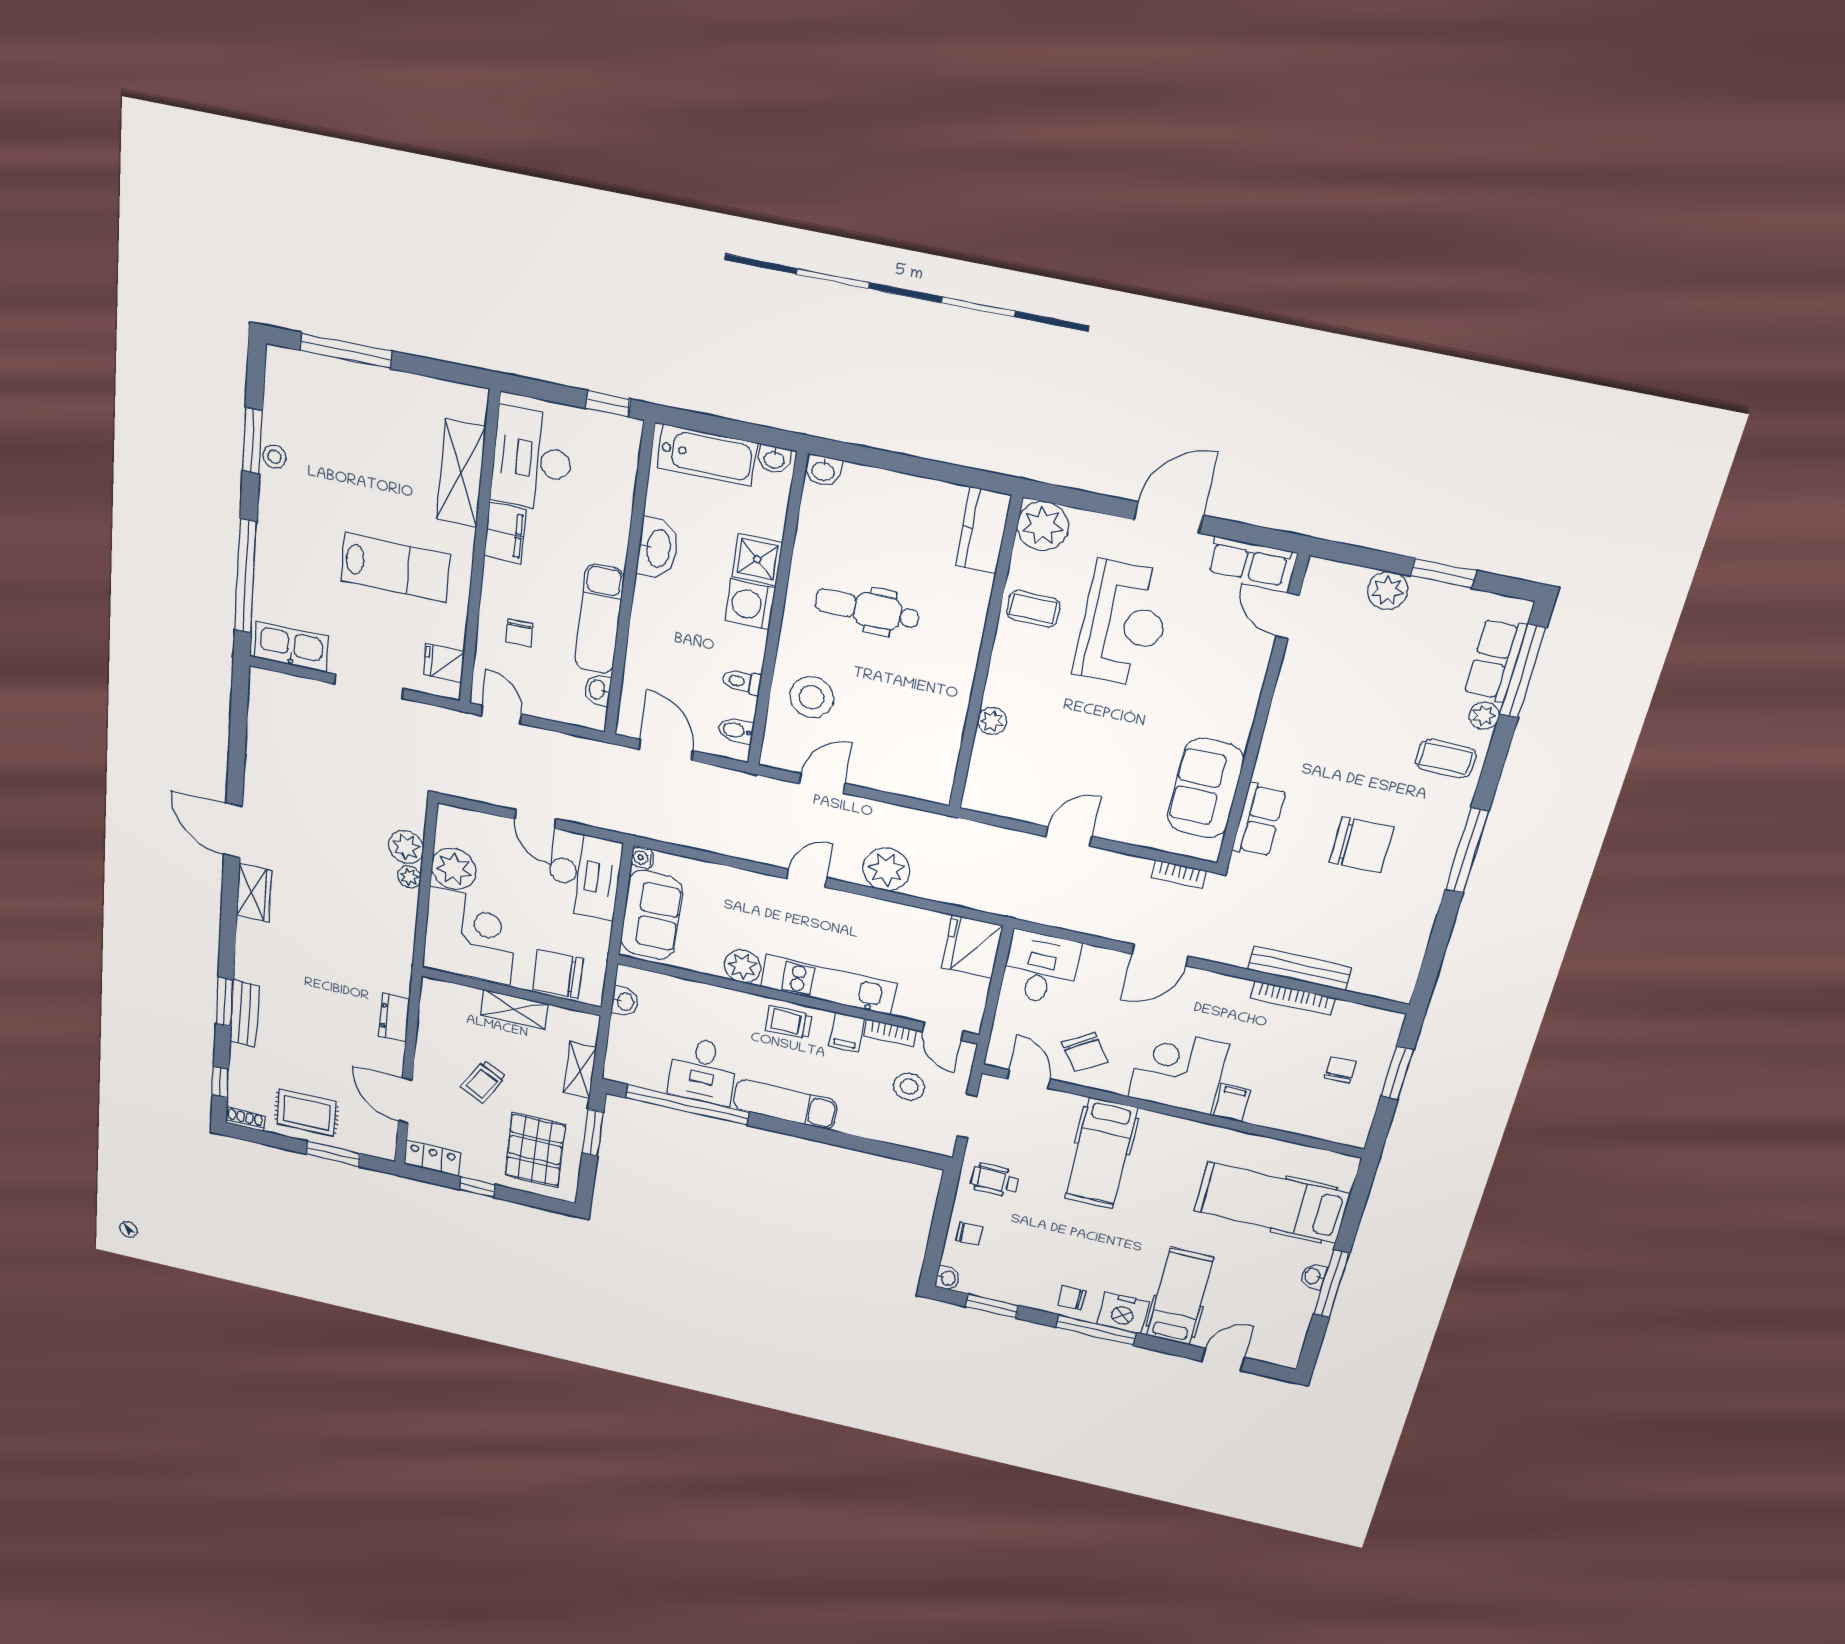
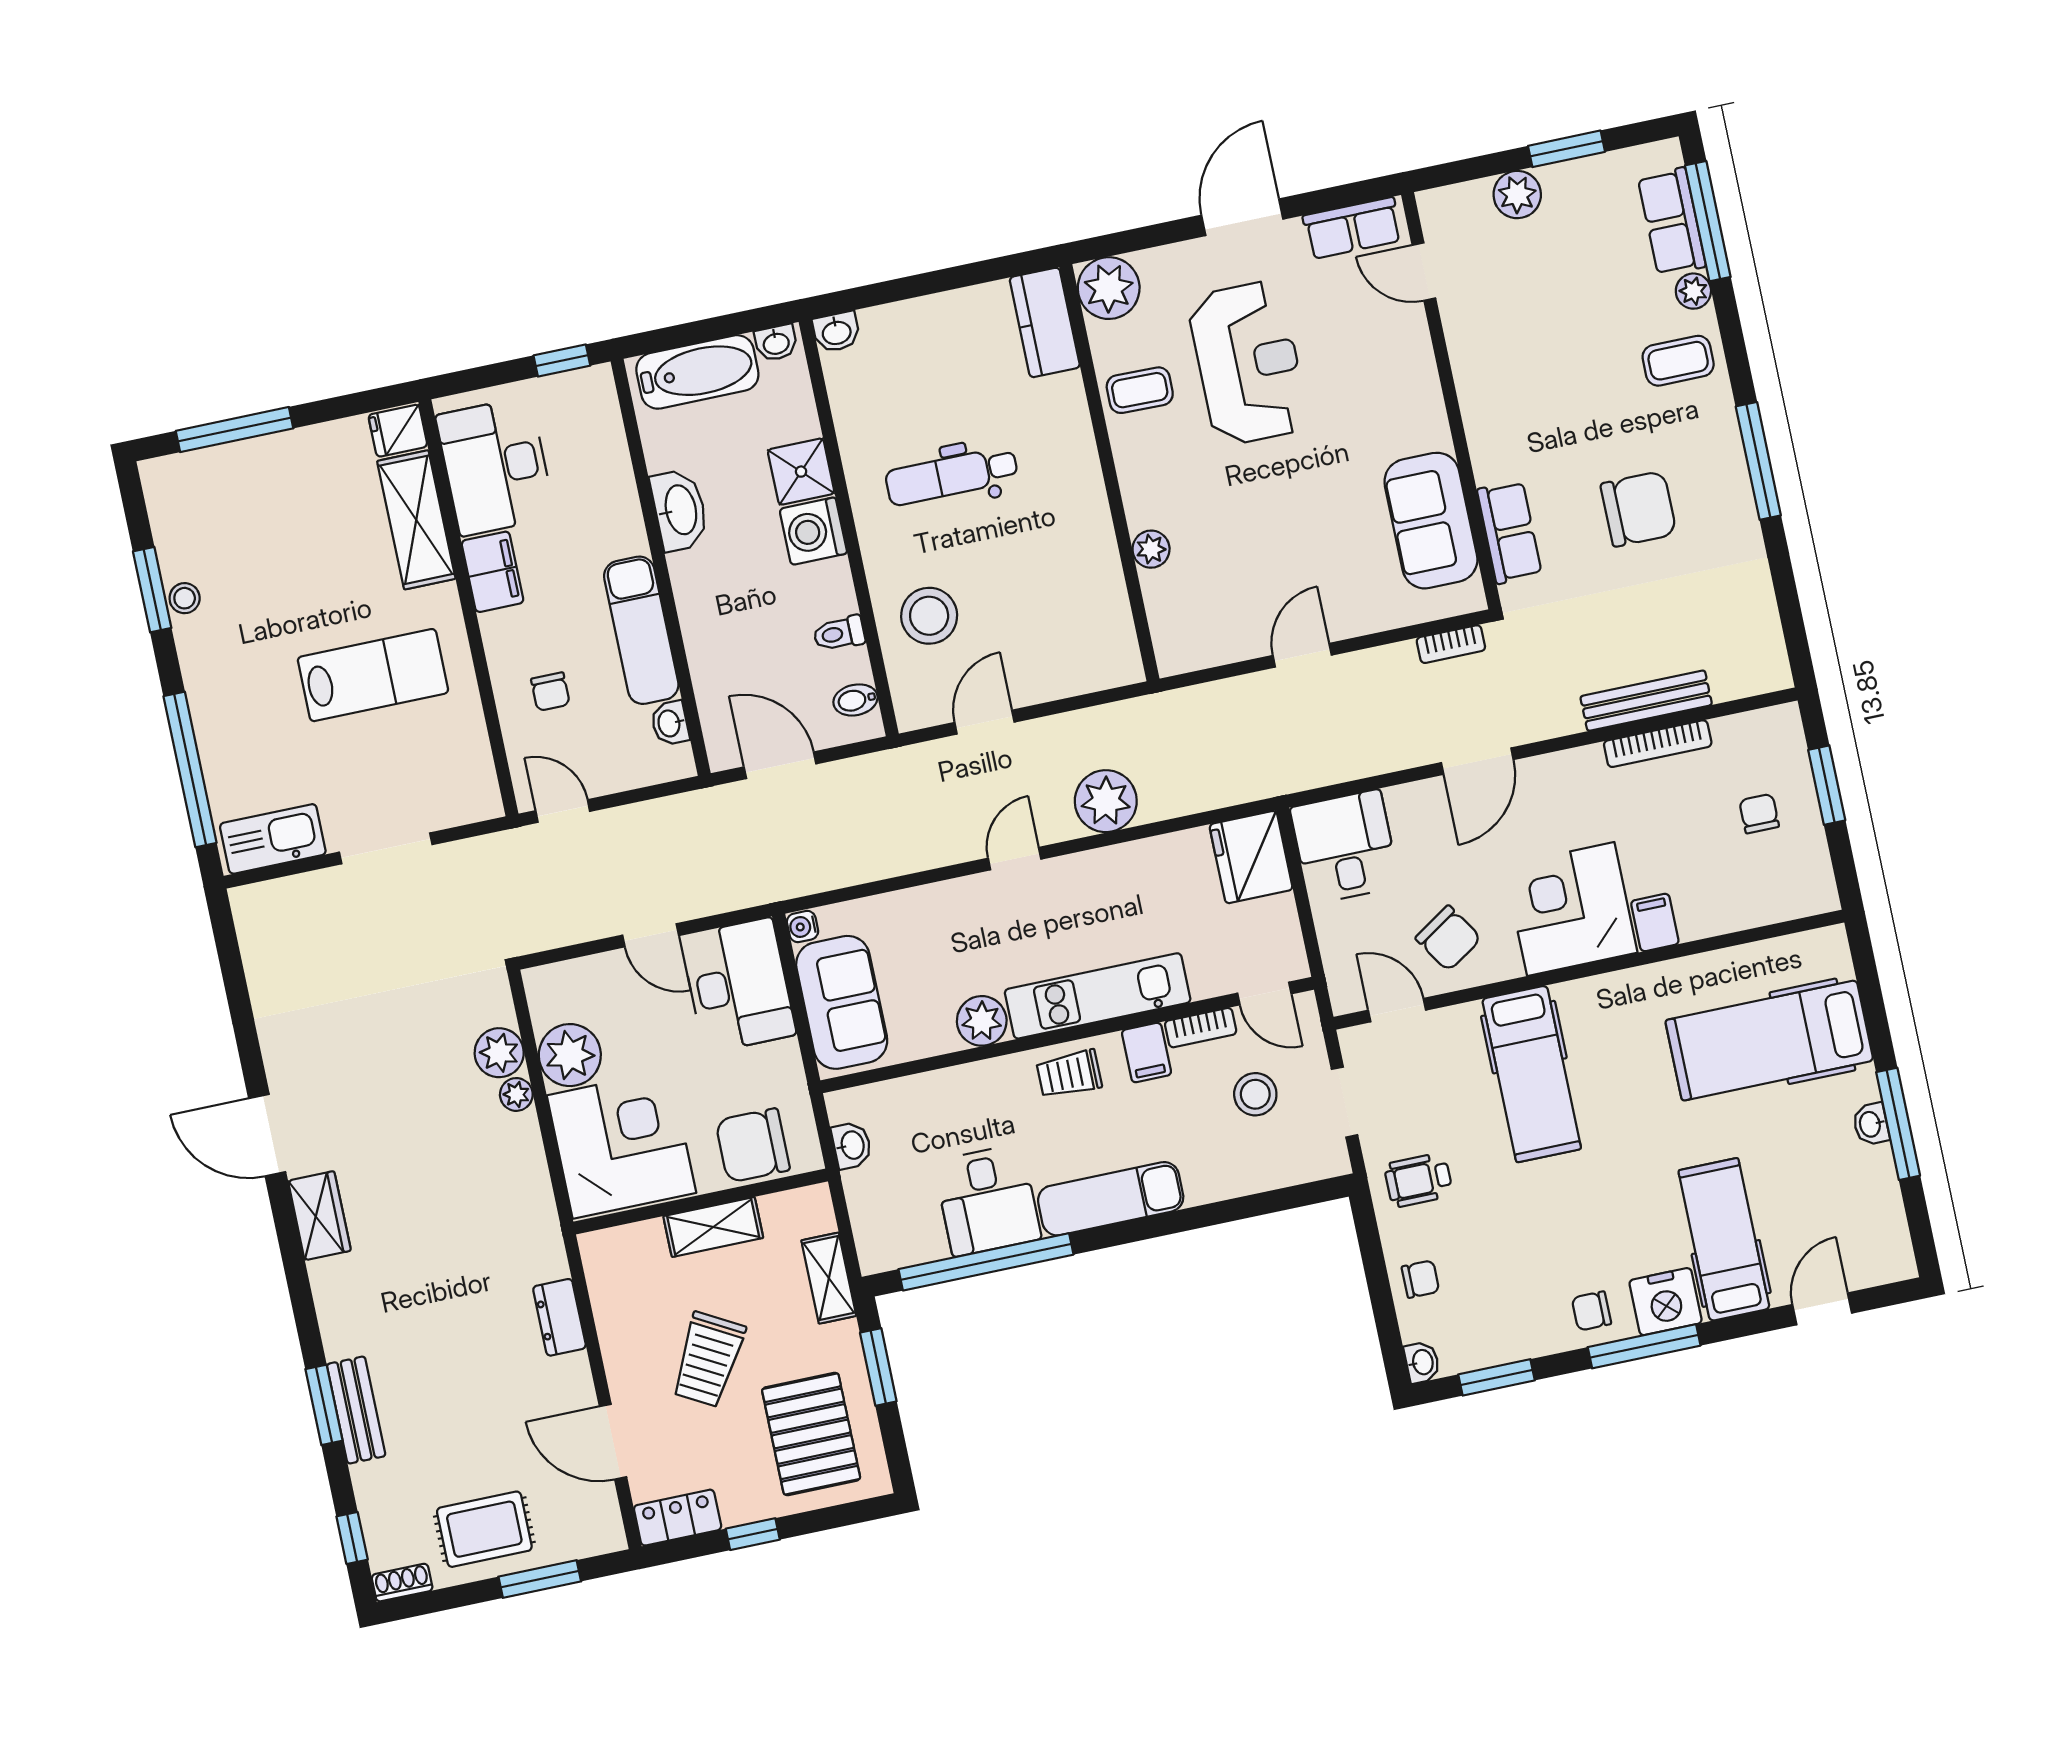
fridge: (444, 663) -> (398, 431), moved
trolley: (483, 1082) -> (708, 1359), width x1.36, depth x1.39

